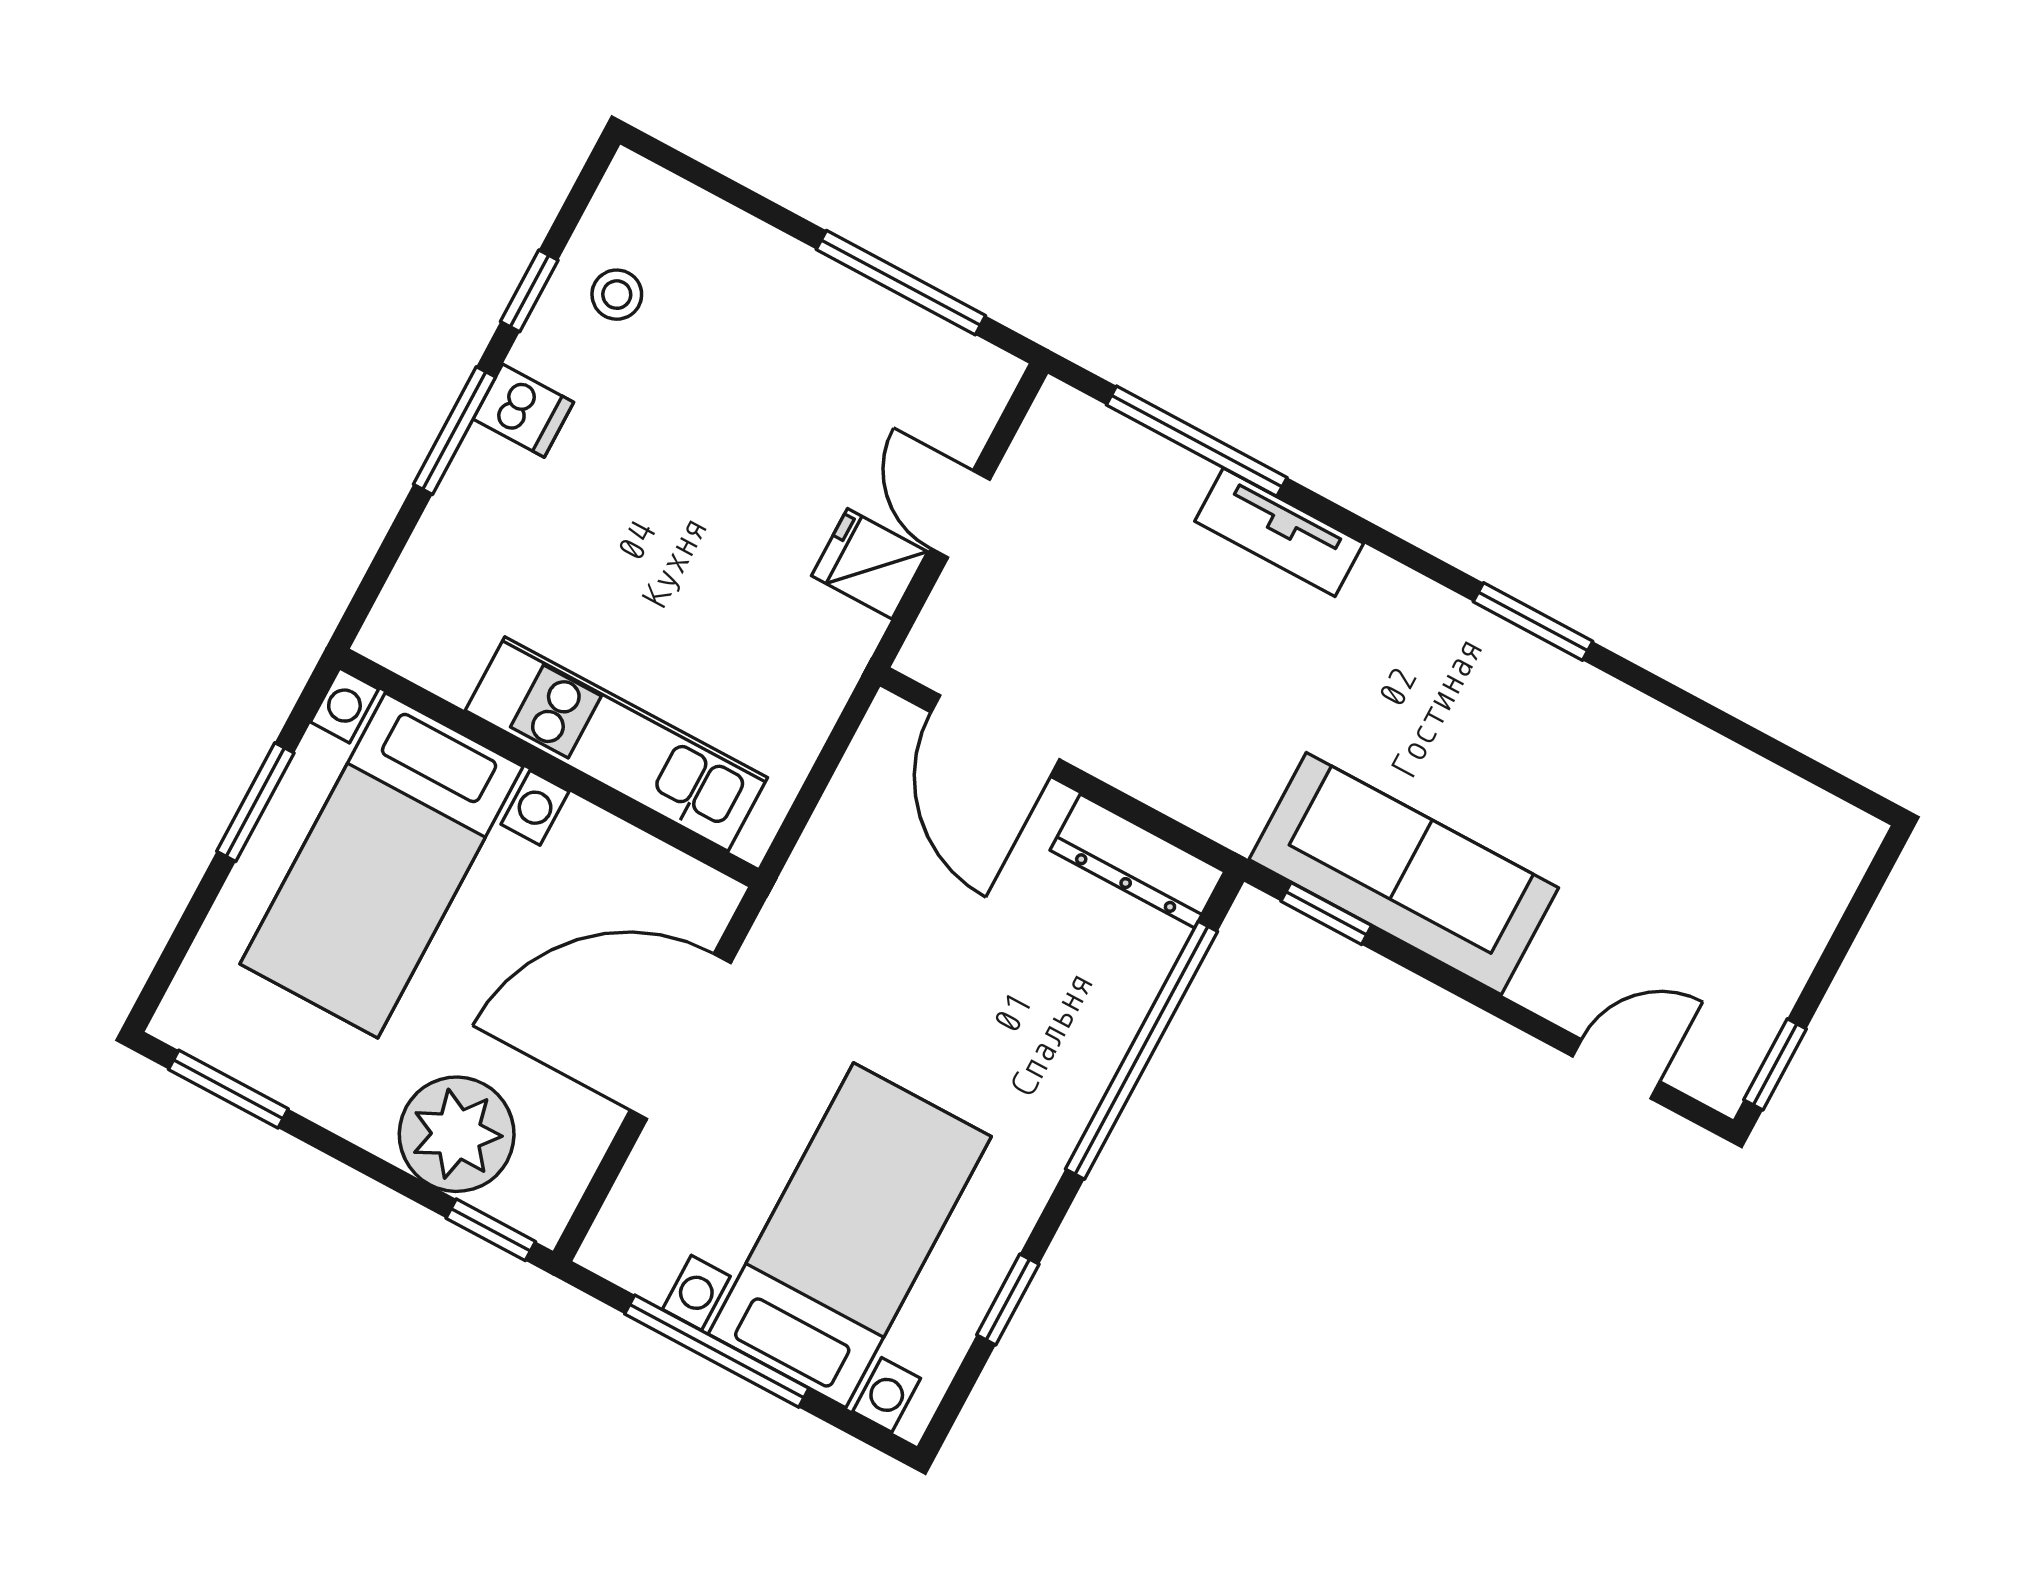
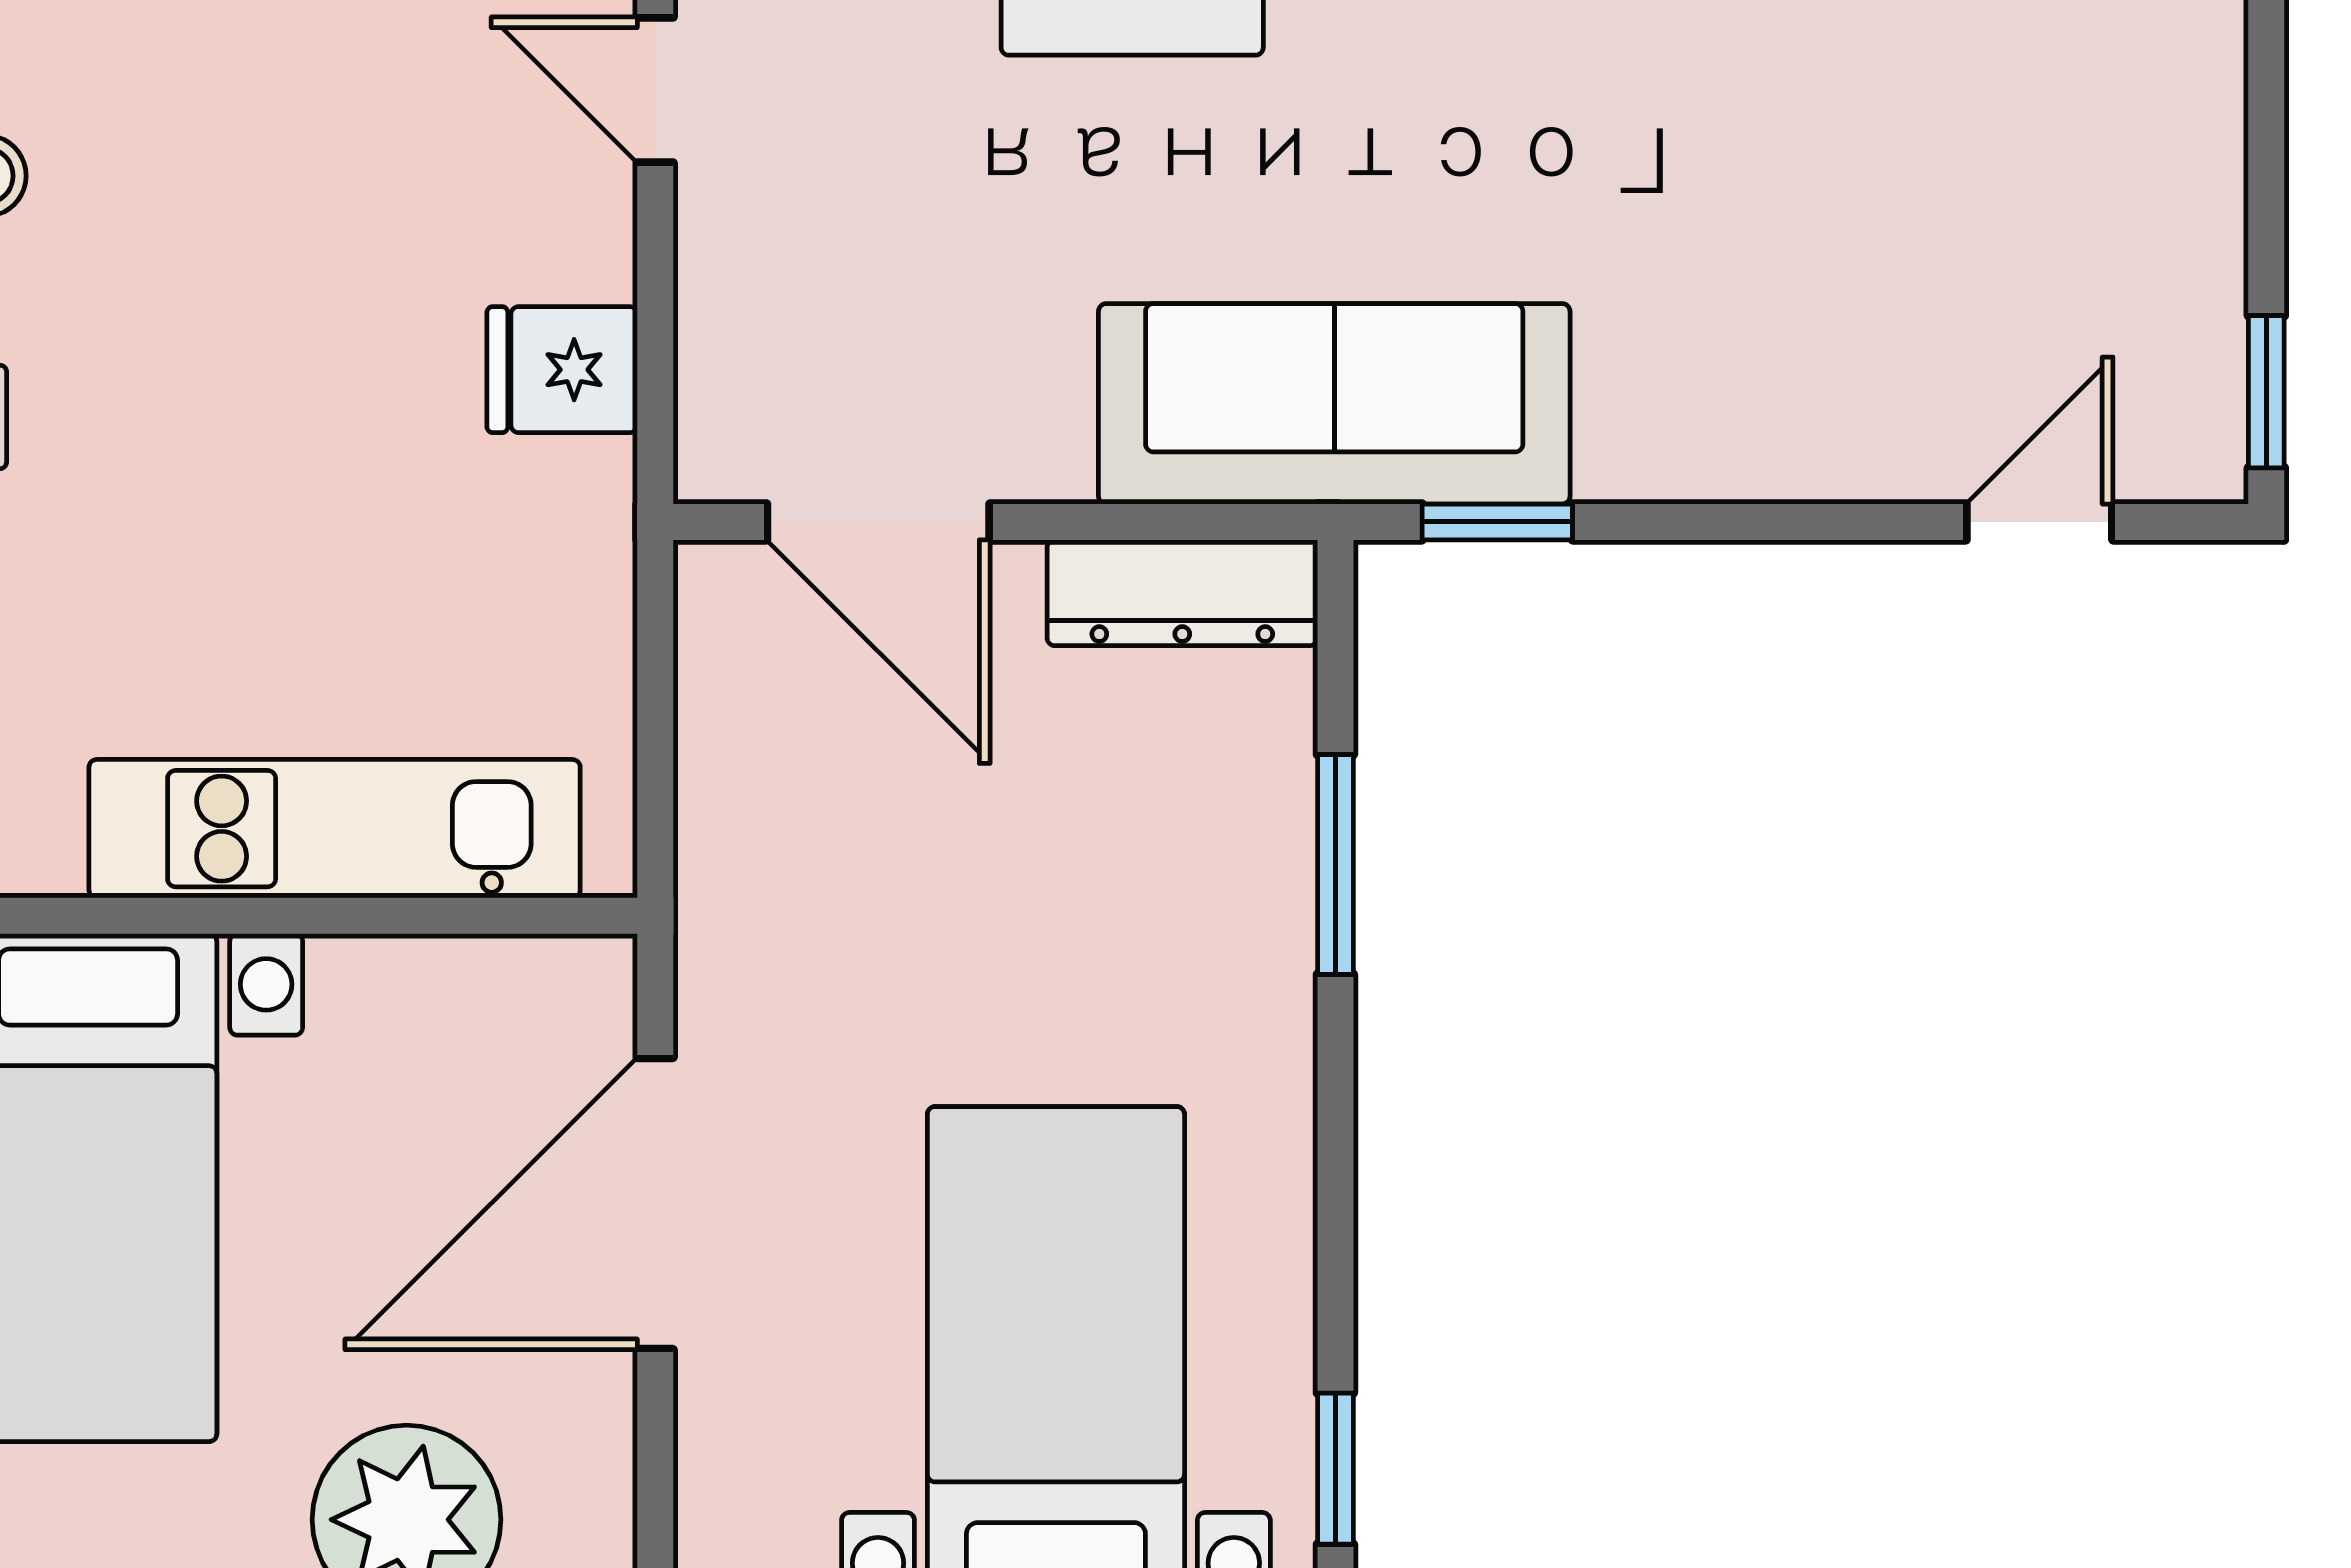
door: (960, 514) -> (655, 90), moved
sofa: (1404, 874) -> (1334, 404), moved
window: (1141, 1050) -> (1335, 864), width x0.47
window: (1008, 1300) -> (1335, 1469), moved

